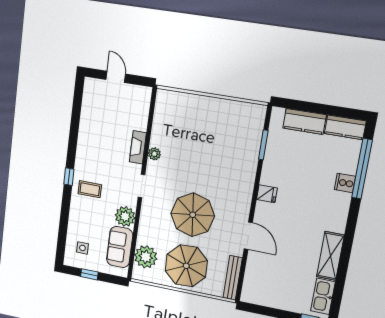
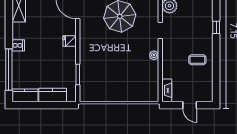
fireplace: (138, 147) -> (167, 90), moved
cooker: (345, 183) -> (18, 45), moved
coffee table: (90, 189) -> (197, 60), moved

